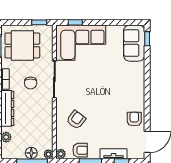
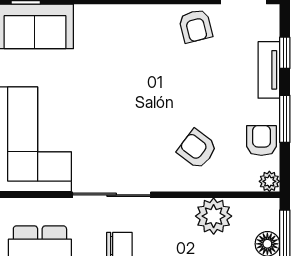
armchair: (134, 119) -> (196, 26), turned -104
plant: (48, 154) -> (214, 216), moved, width x1.88, depth x1.88

